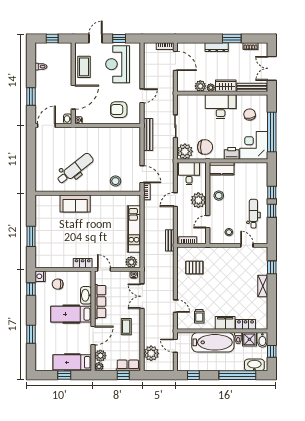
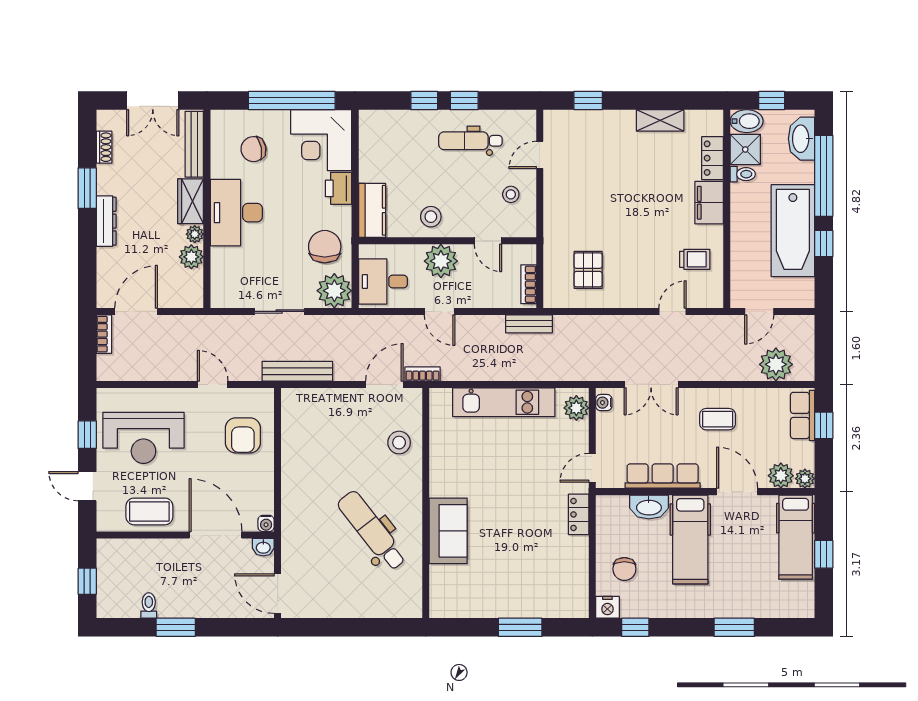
window: (31, 96) -> (176, 627), moved
shelving: (263, 286) -> (660, 120), moved
bathtub: (213, 342) -> (793, 231), moved, turned 180
window: (193, 375) -> (824, 244), moved

